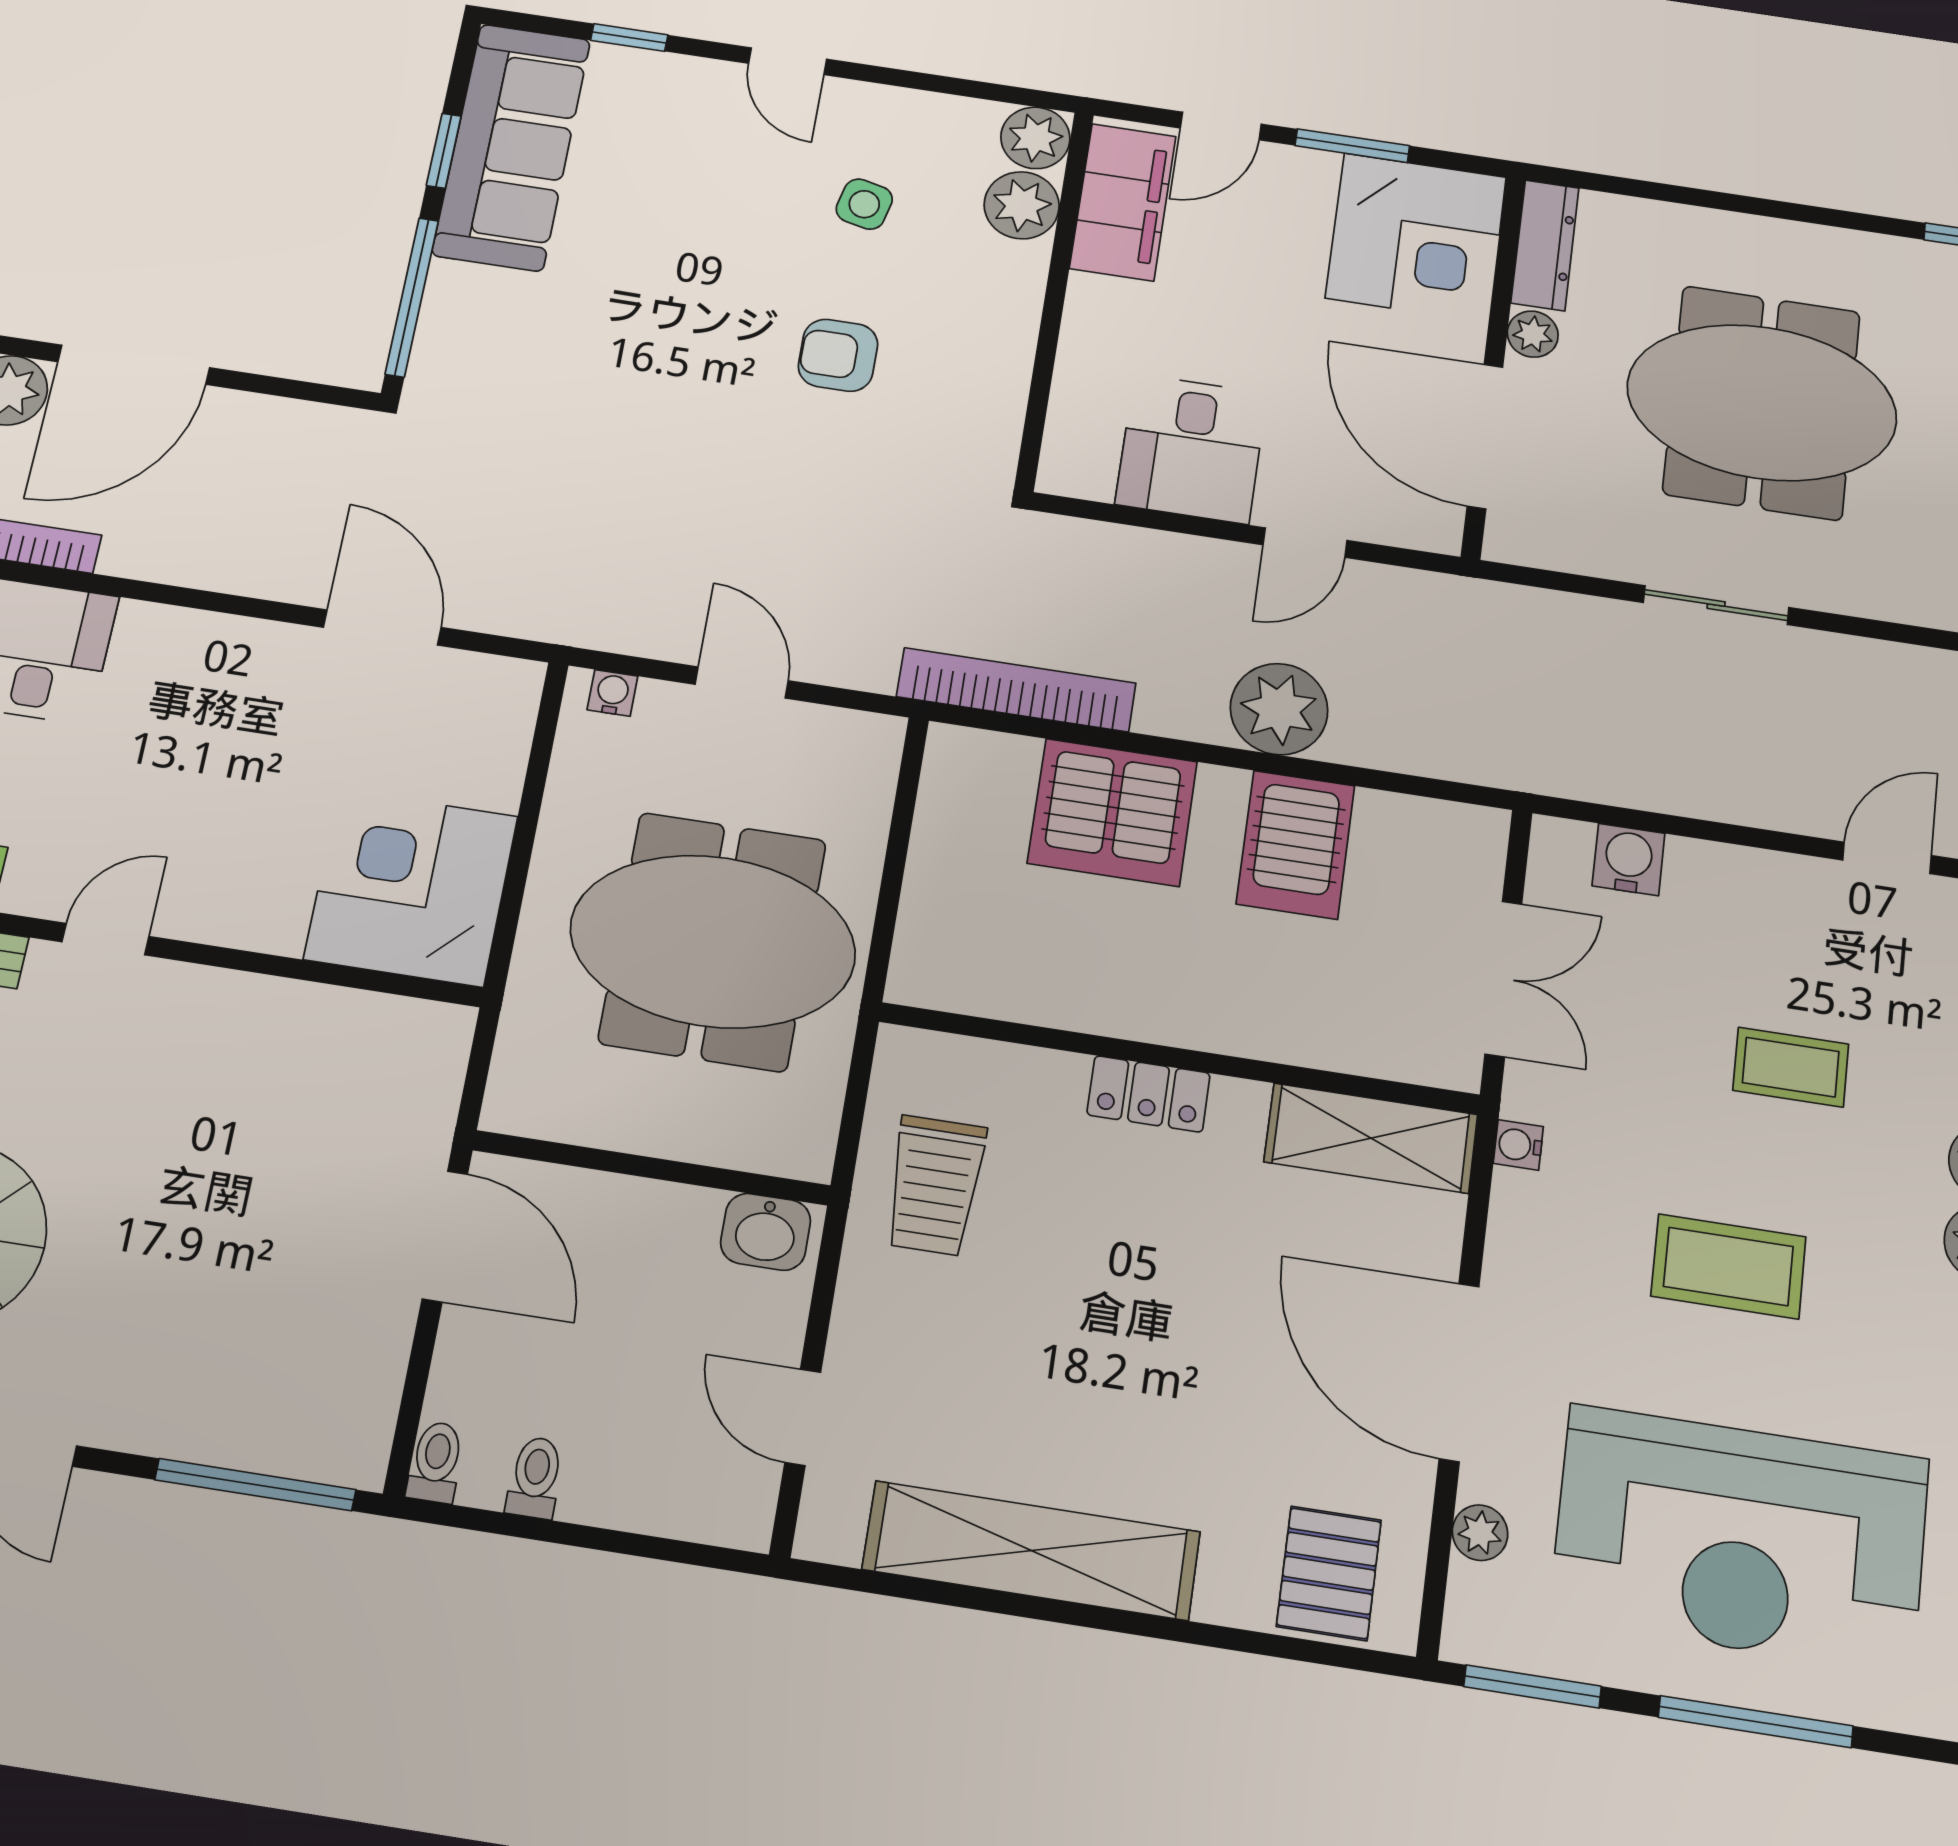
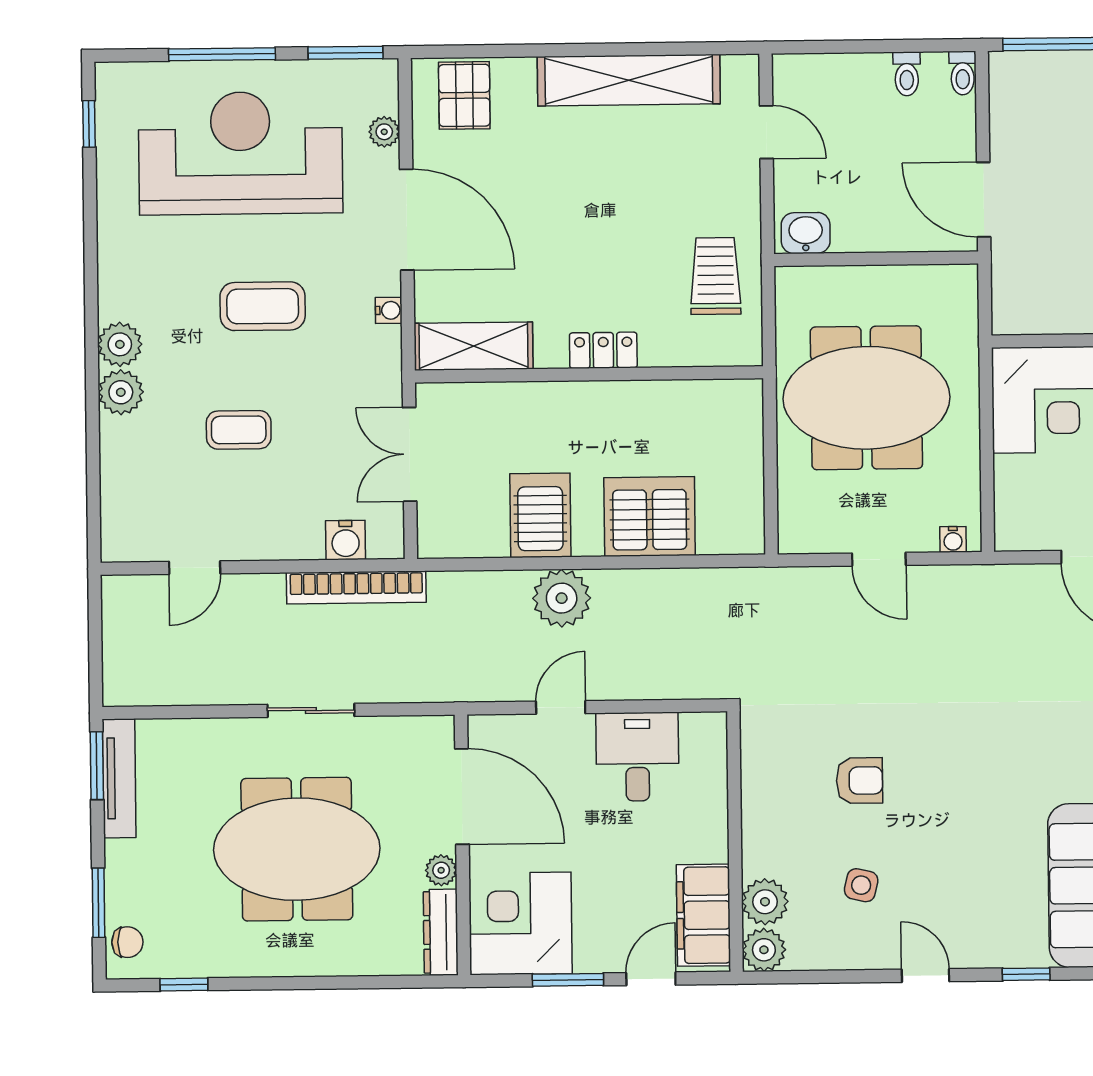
bookcase: (1016, 690) -> (356, 587), moved
water cooler: (1518, 1145) -> (389, 310), moved

